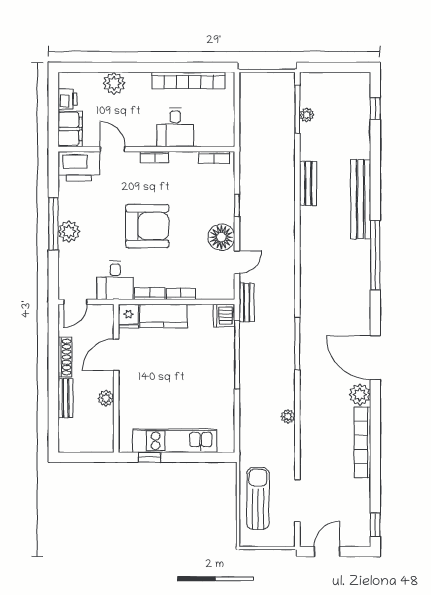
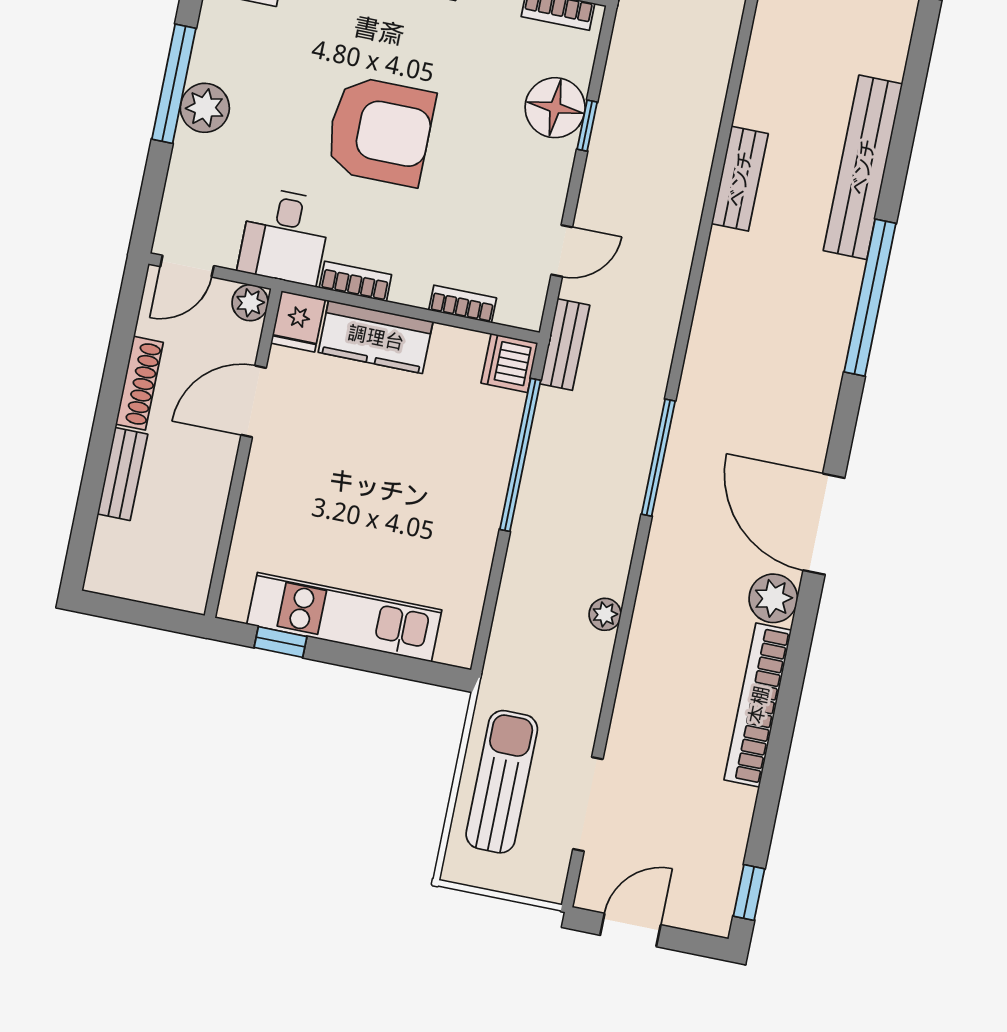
bench: (308, 183) -> (740, 179), moved
floor lamp: (221, 237) -> (555, 108), moved
bookcase: (181, 294) -> (463, 304), moved
plant: (106, 398) -> (250, 303), moved

